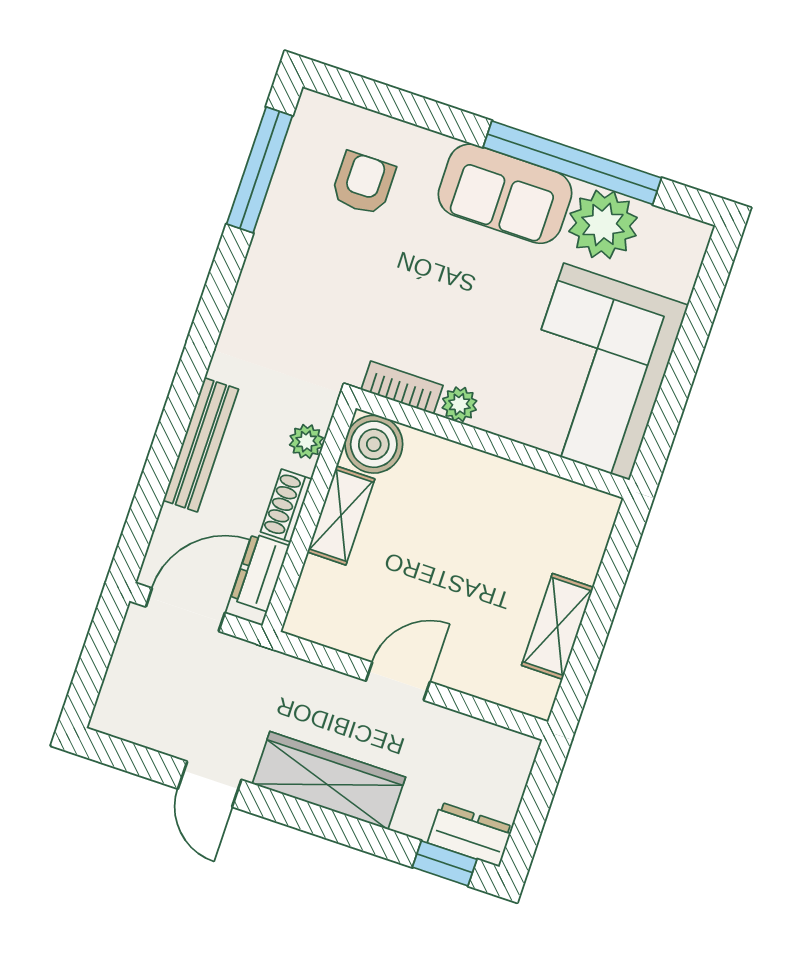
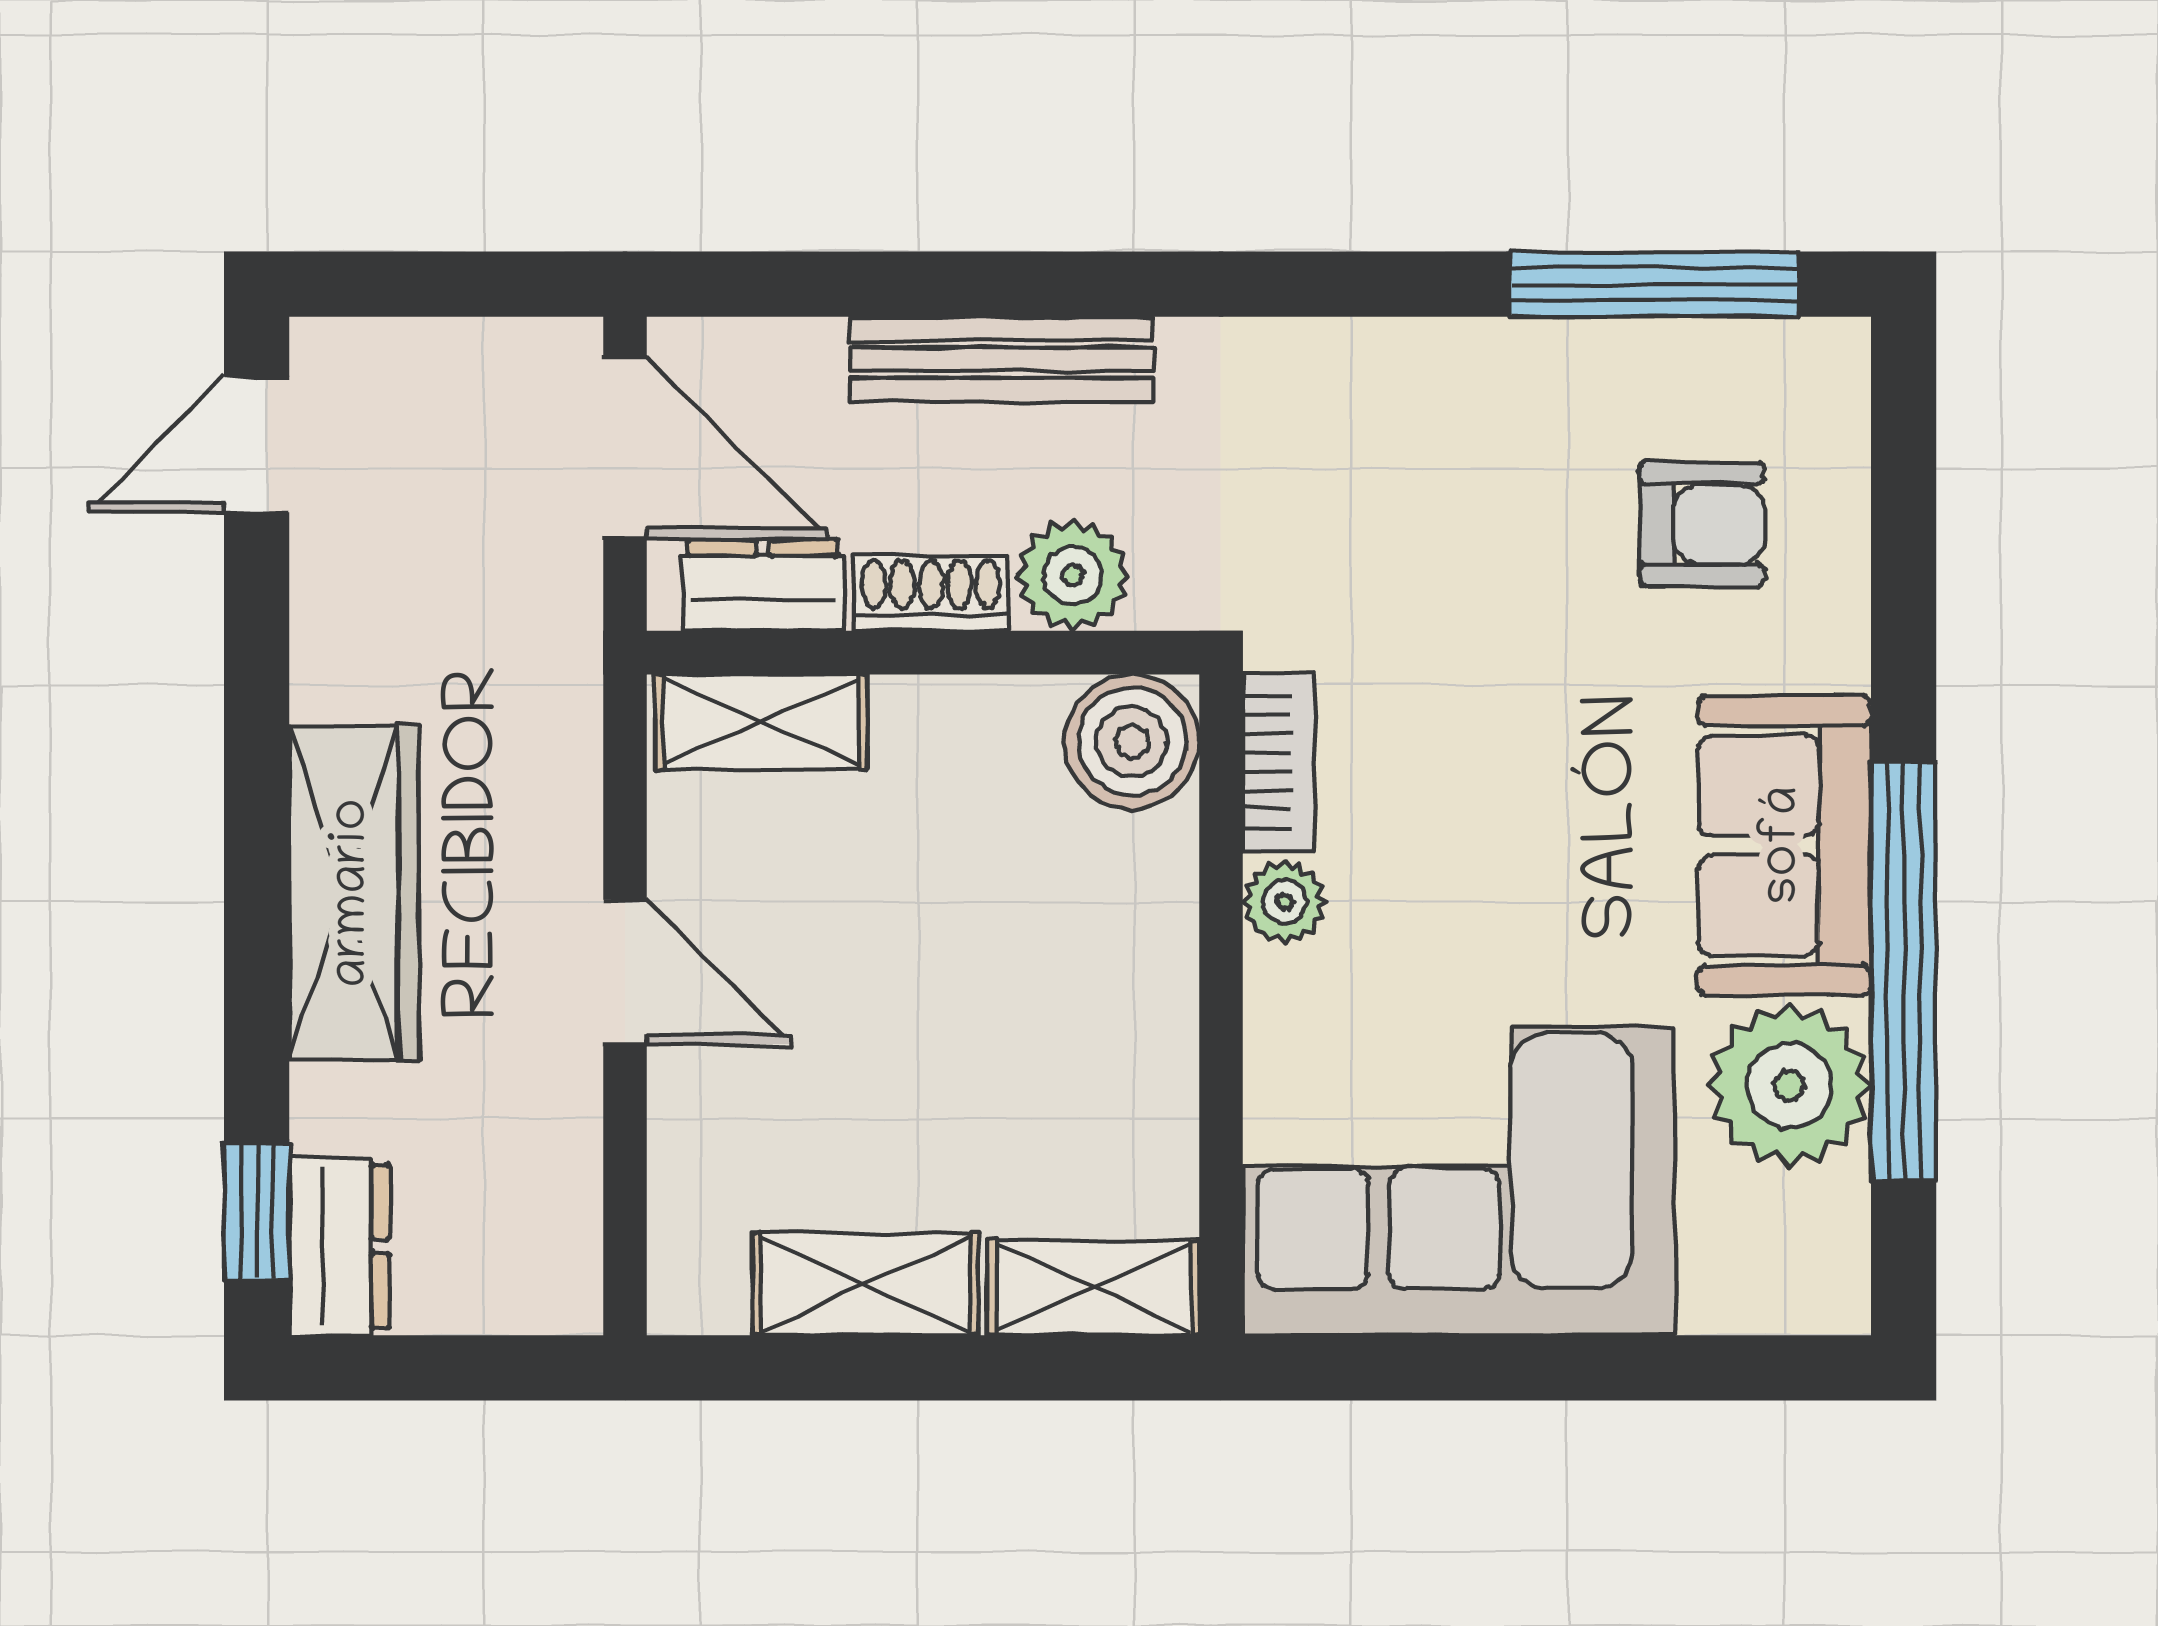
plant: (306, 441) -> (1073, 575), width x1.38, depth x1.38
shelving: (341, 515) -> (761, 722), moved
shelving: (590, 534) -> (1093, 1288), added
door: (210, 784) -> (257, 445), moved

